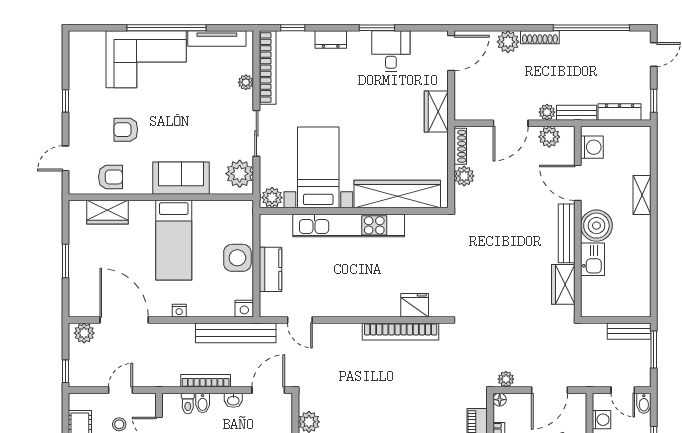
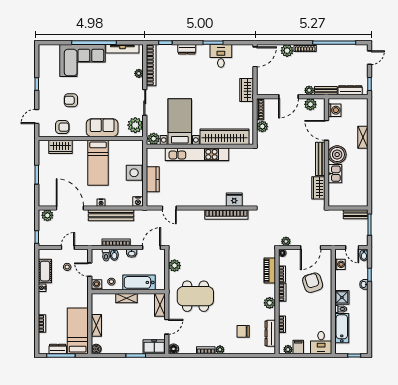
bench: (236, 333) -> (111, 215), moved

